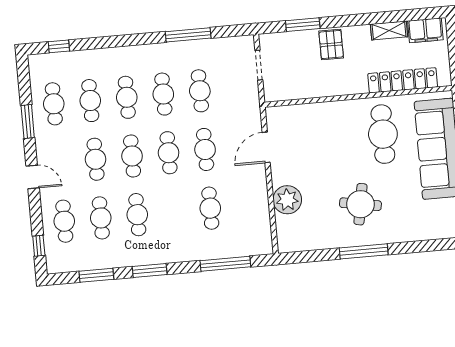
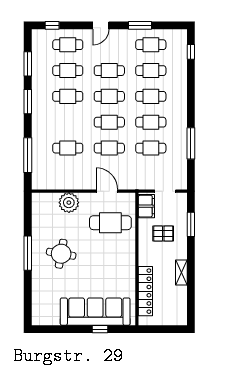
shelving: (389, 30) -> (181, 273), moved
filing cabinet: (425, 30) -> (146, 206), moved, turned 180
pallet: (331, 45) -> (163, 234), moved
cafe table: (383, 134) -> (110, 223), moved

